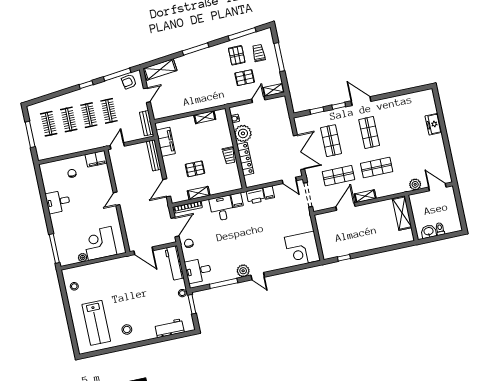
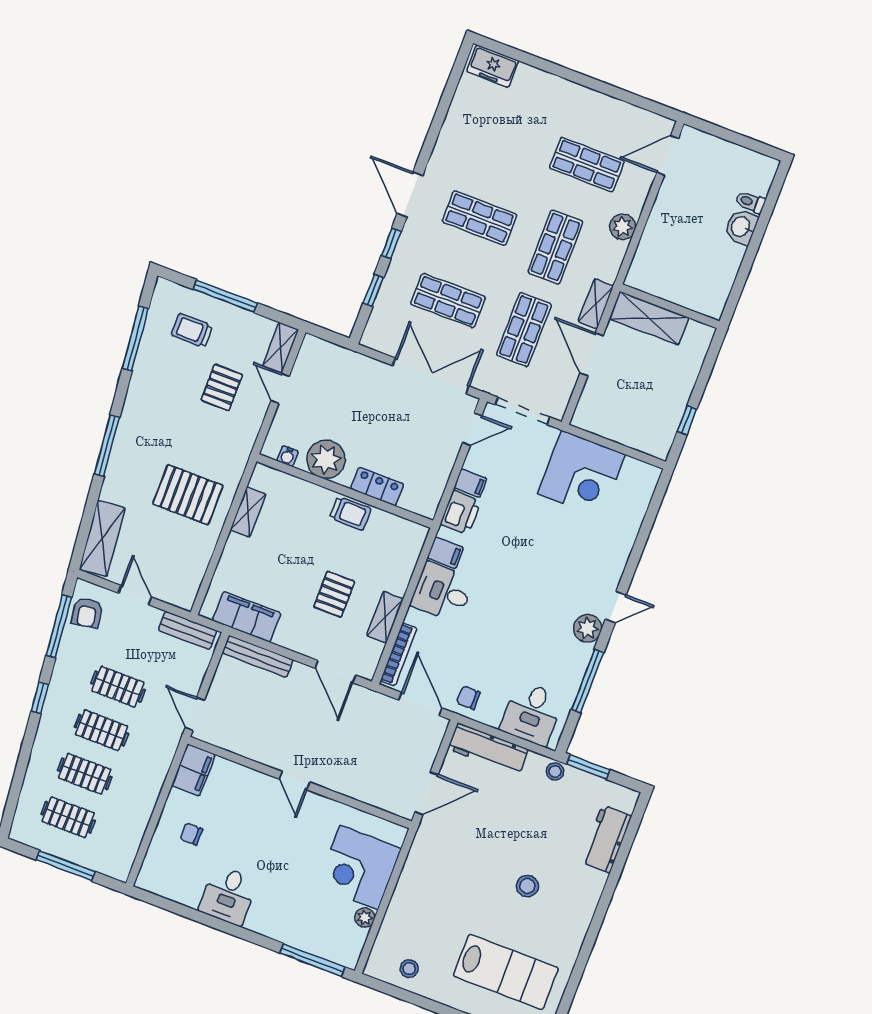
pallet: (237, 55) -> (188, 495), moved, width x1.50, depth x1.42
door: (361, 101) -> (410, 195), hinge flipped
freezer: (433, 124) -> (493, 66), moved
locker: (245, 159) -> (377, 487), width x0.66
shop shelf: (415, 159) -> (587, 165), added
plant: (415, 184) -> (623, 227), moved
shelving: (402, 213) -> (649, 318), moved
wall: (411, 218) -> (670, 306), moved
corner desk: (302, 249) -> (581, 474), moved
stool: (127, 329) -> (527, 886), moved

